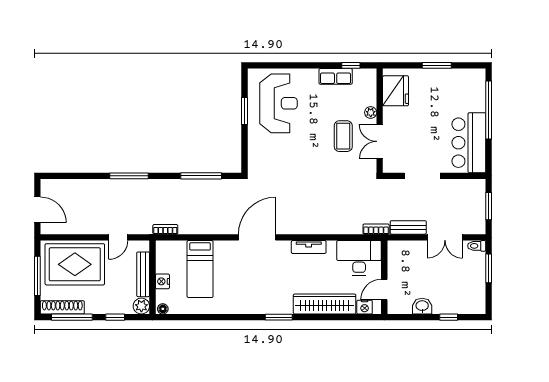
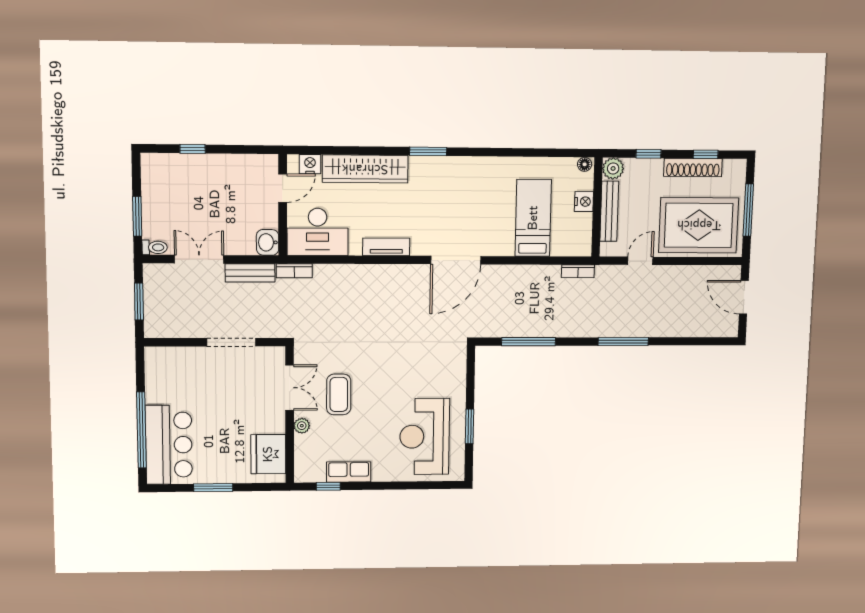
bar counter: (469, 143) -> (169, 445), moved
washbasin: (422, 306) -> (268, 242), moved, turned 90
shoe rack: (62, 307) -> (693, 167), moved
window: (72, 317) -> (706, 154), width x0.46

